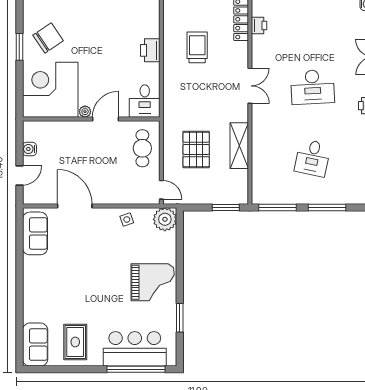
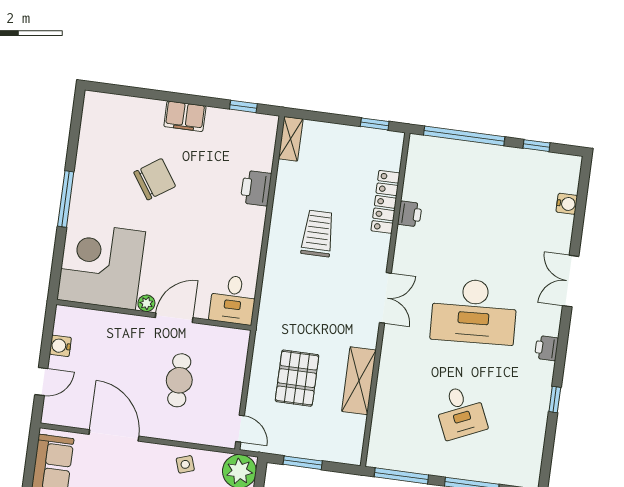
chair: (48, 38) -> (155, 179), moved
window: (19, 47) -> (66, 199), width x1.44
printer: (150, 50) -> (256, 188), moved
desk: (313, 87) -> (474, 311), width x1.36, depth x1.30
cafe table: (142, 148) -> (179, 380), moved
desk: (313, 158) -> (461, 412), turned -36
window: (226, 208) -> (303, 463), moved

